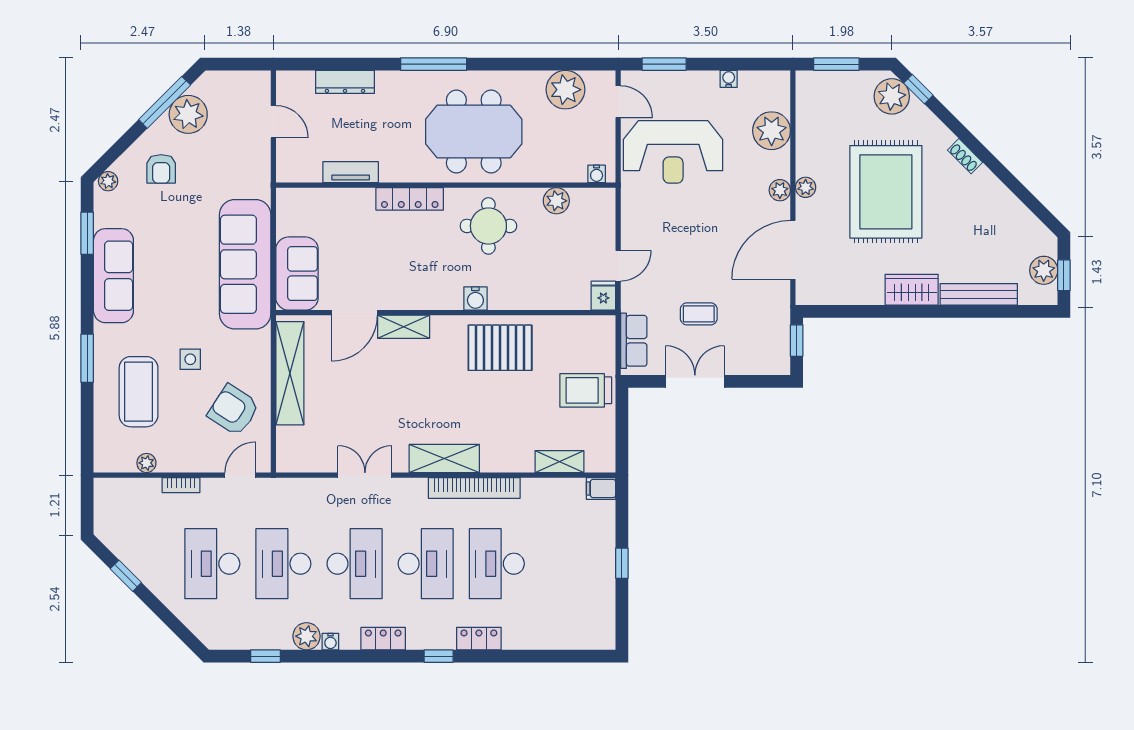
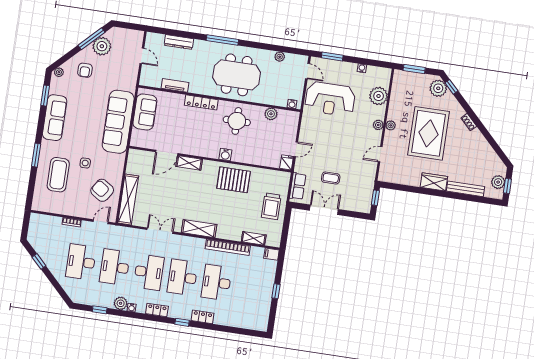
plant: (565, 90) -> (280, 57), width x0.53, depth x0.53
door: (793, 250) -> (380, 154), width x0.53
sofa: (297, 274) -> (145, 112), moved
shelving: (290, 373) -> (128, 200), moved
trolley: (586, 390) -> (271, 206), turned -90
plant: (146, 463) -> (57, 209), removed
bookcase: (474, 488) -> (228, 247), moved
desk: (426, 564) -> (183, 277), turned 180

